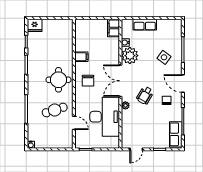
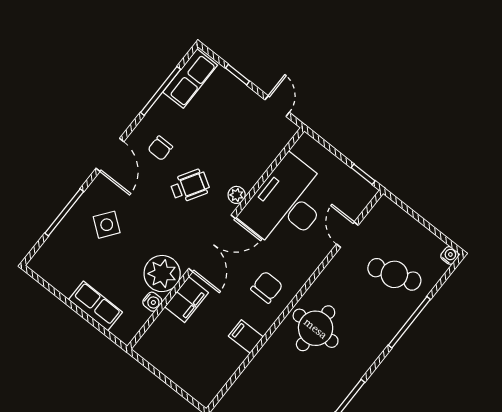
filing cabinet: (113, 28) -> (187, 300), moved
cafe table: (55, 110) -> (394, 274), moved
door: (136, 149) -> (277, 106), hinge flipped

